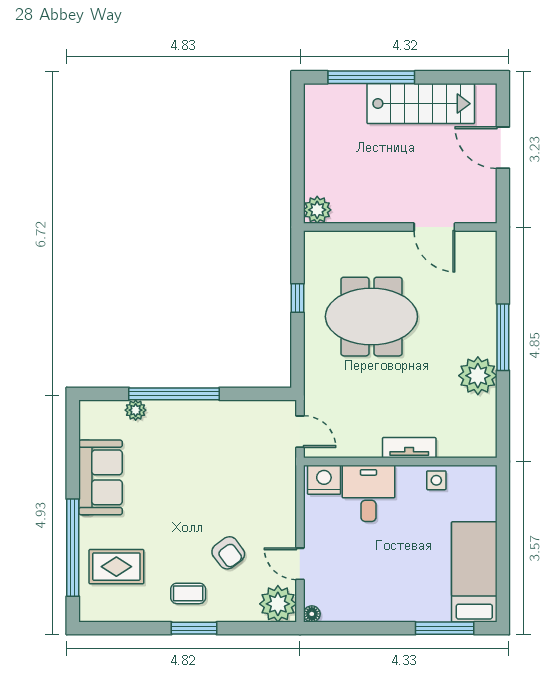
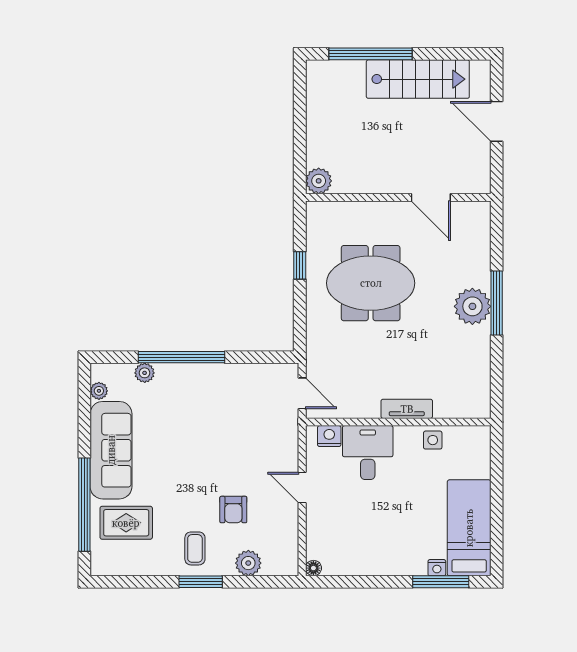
plant: (478, 376) -> (472, 306), moved
plant: (88, 429) -> (99, 391), added
sofa: (100, 477) -> (111, 450), width x1.36
nightstand: (324, 480) -> (329, 436), width x0.74, depth x0.75
armchair: (228, 553) -> (233, 510), turned 37
door: (300, 564) -> (302, 488), moved
coffee table: (188, 593) -> (195, 548), turned 90
plant: (278, 604) -> (248, 563), moved, width x0.73, depth x0.73
nightstand: (441, 614) -> (437, 568), added

